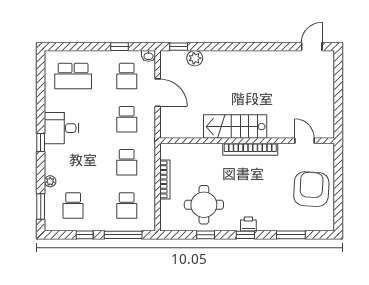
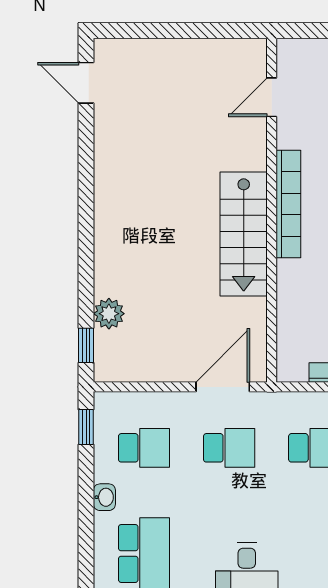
window: (120, 47) -> (86, 427), moved
washbasin: (148, 56) -> (104, 497), moved
door: (158, 93) -> (223, 387), moved

